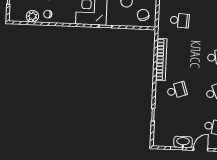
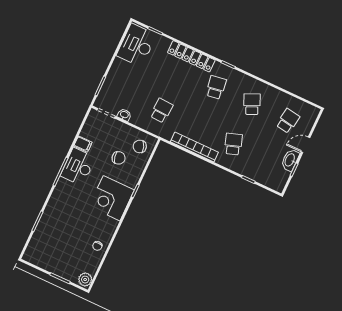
plant: (32, 16) -> (85, 280), moved
door: (201, 149) -> (306, 145), hinge flipped

